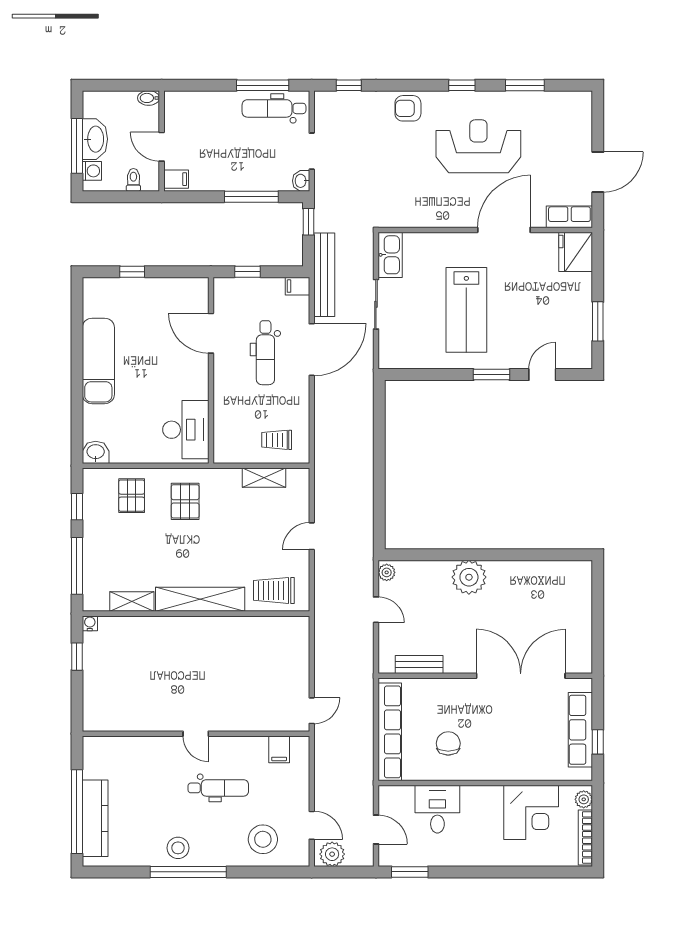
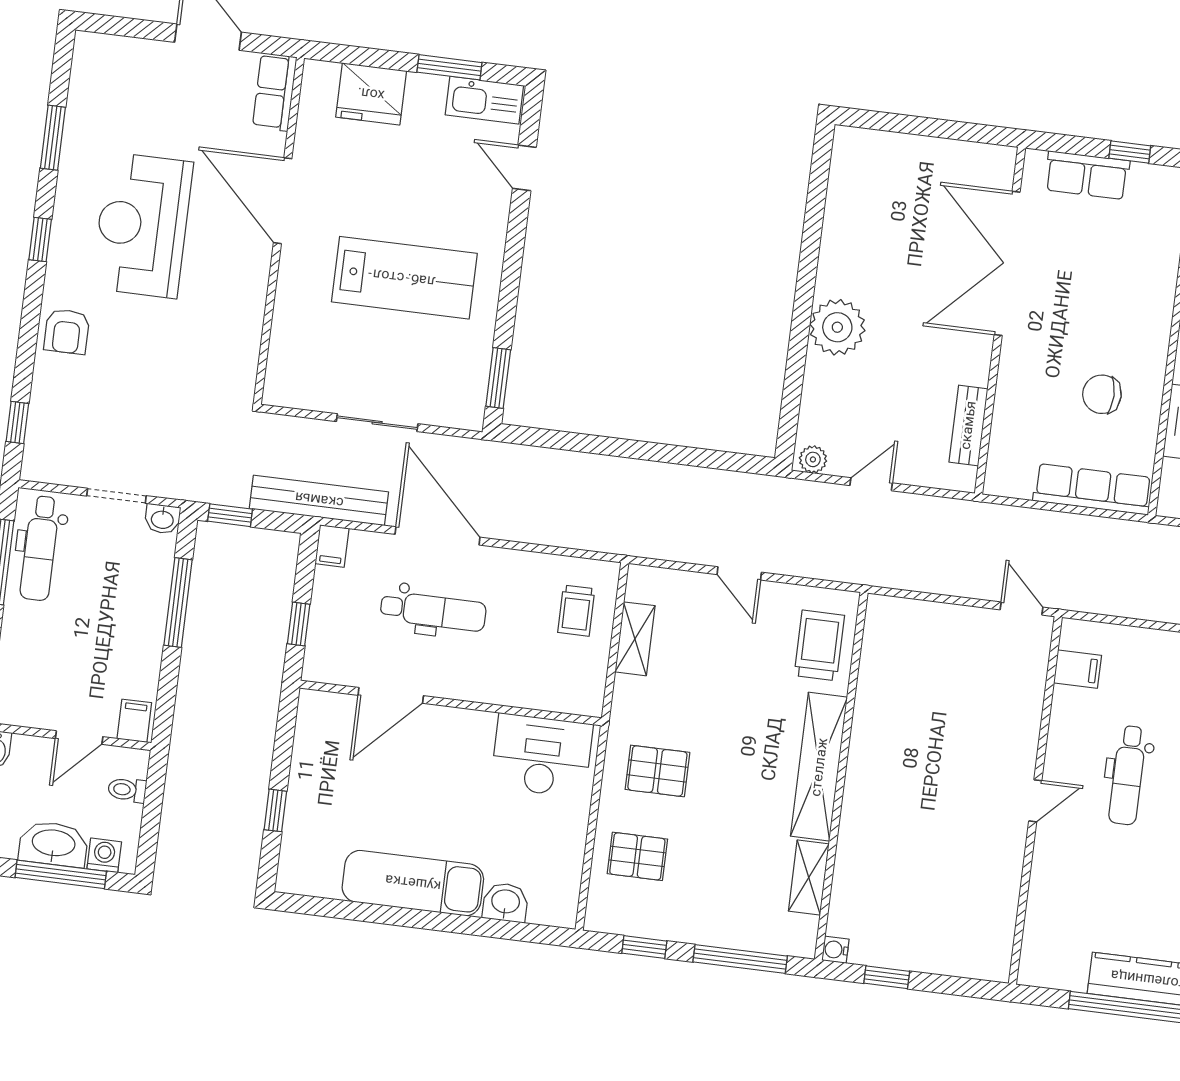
fridge: (576, 252) -> (371, 94), moved
kitchen sink: (390, 255) -> (484, 100), moved, turned 180
window: (492, 375) -> (498, 378), moved
washbasin: (96, 452) -> (505, 902), moved, turned 90
trolley: (274, 590) -> (819, 645), turned 180
row of seats: (580, 730) -> (1087, 175), width x0.68
row of seats: (390, 732) -> (1093, 489), width x0.73
dental chair: (218, 788) -> (1128, 775), turned 180

